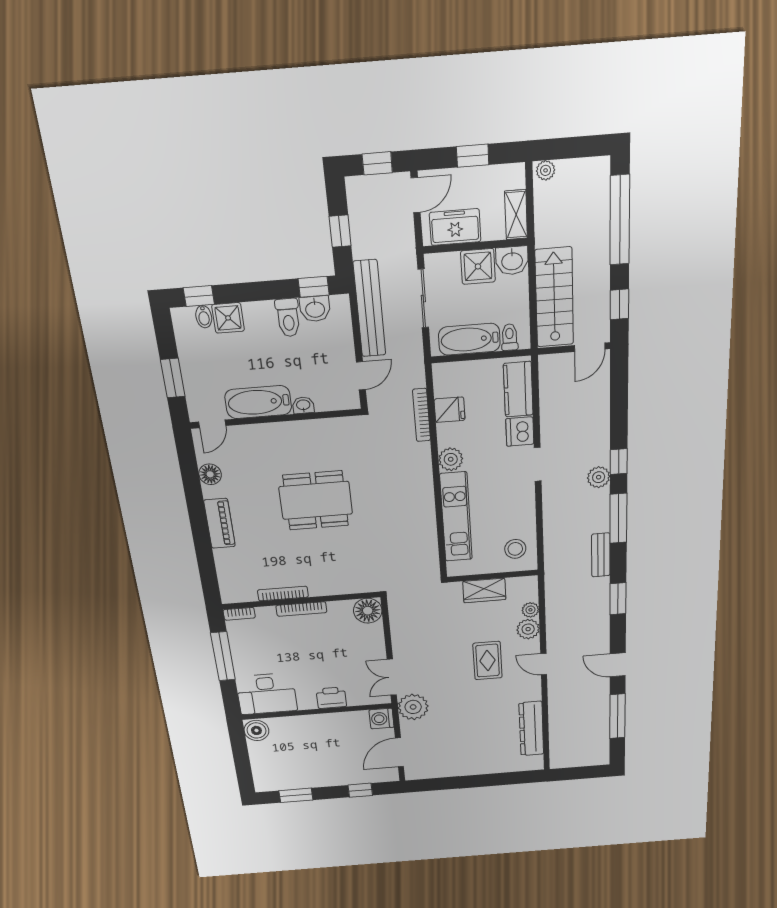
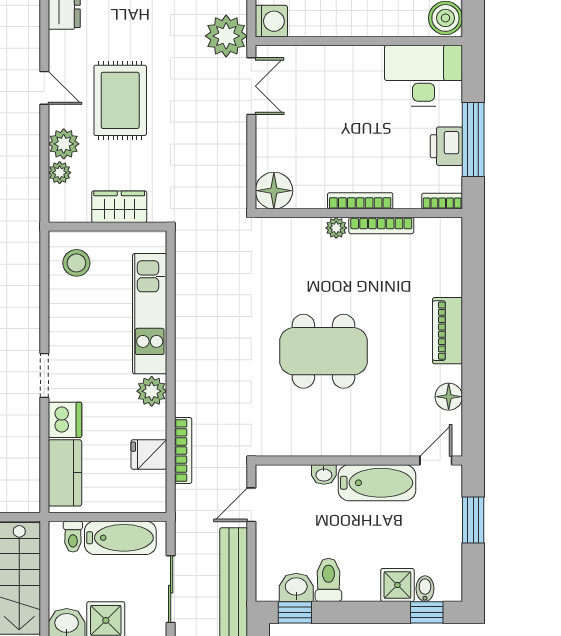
plant: (317, 589) -> (336, 228), added
rug: (488, 661) -> (120, 100), width x1.36, depth x1.43
printer: (331, 698) -> (446, 146), moved, turned 90

